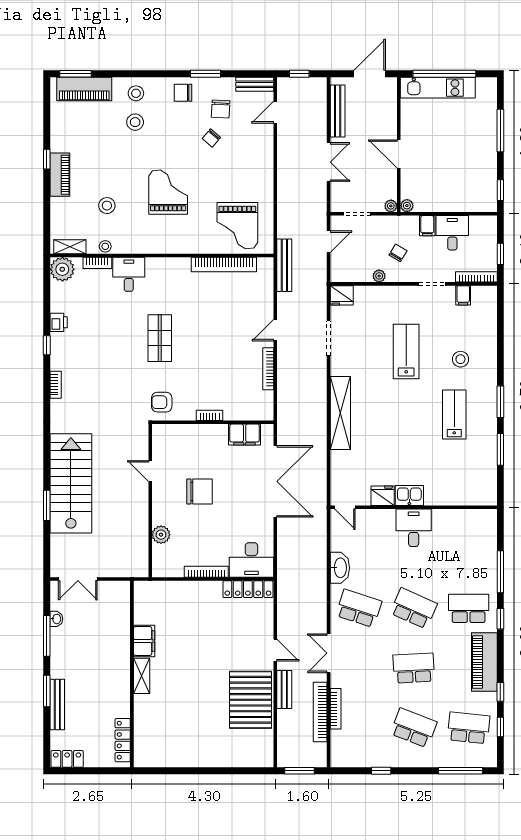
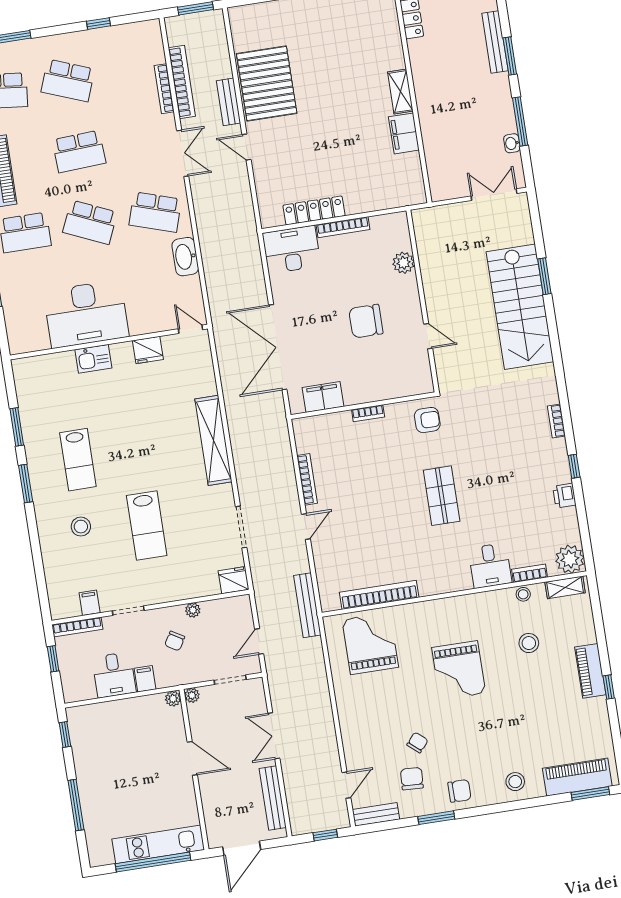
stool: (135, 122) -> (511, 747), removed
kitchen sink: (409, 496) -> (93, 359), moved
desk: (414, 528) -> (86, 314), width x1.87, depth x1.30
locker: (248, 589) -> (314, 210), moved

